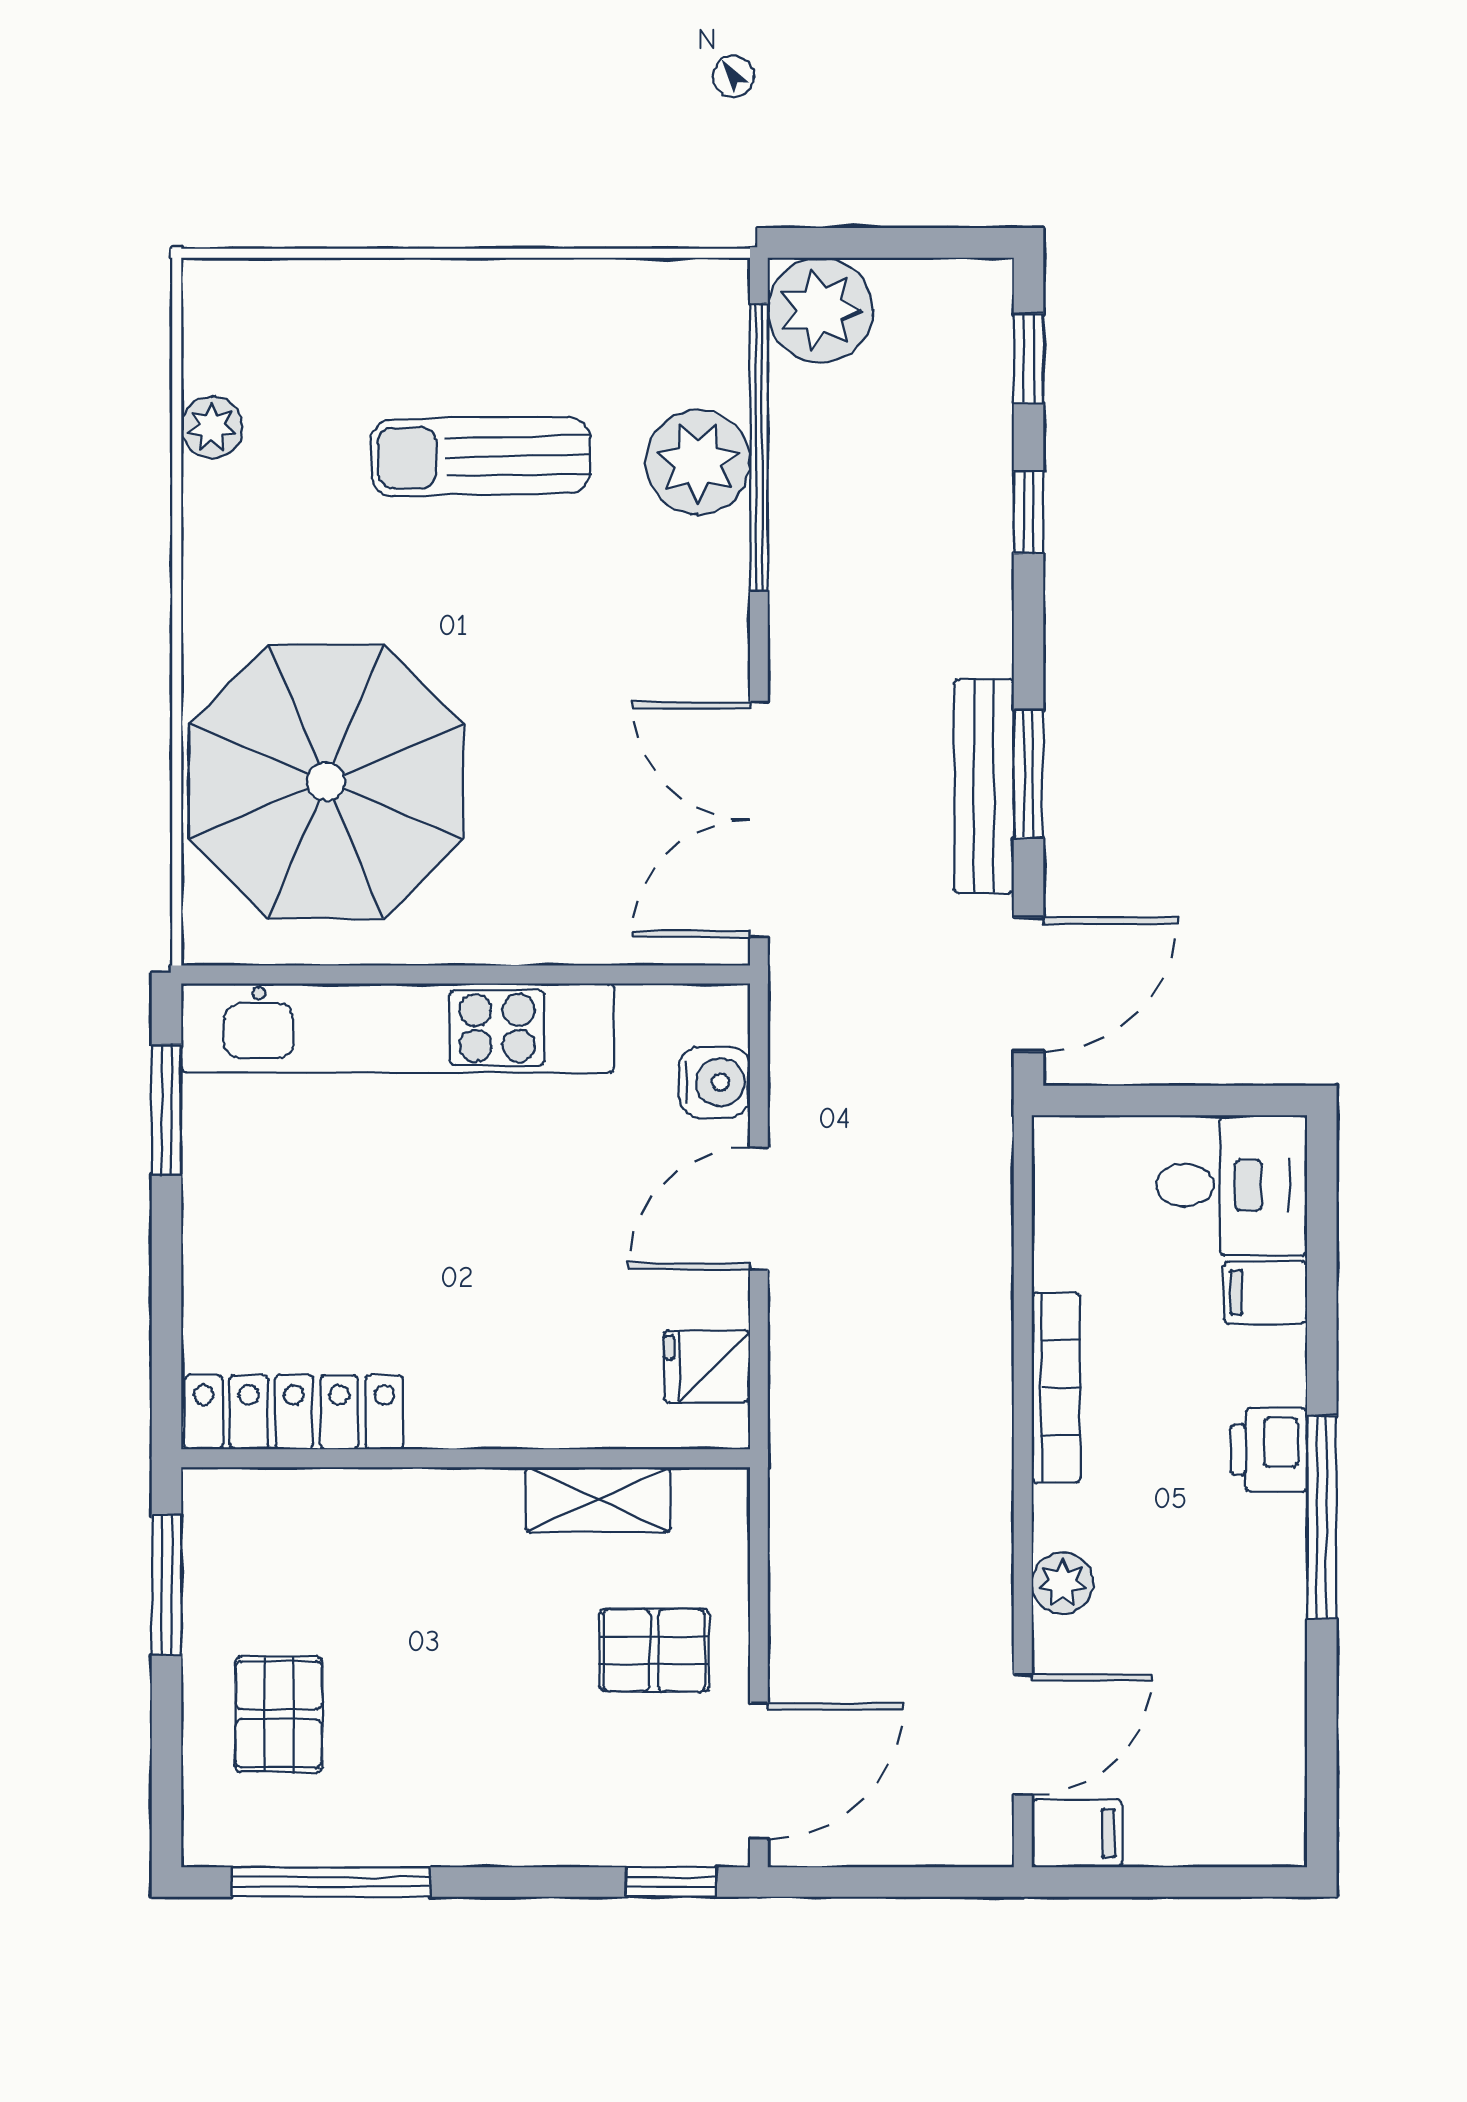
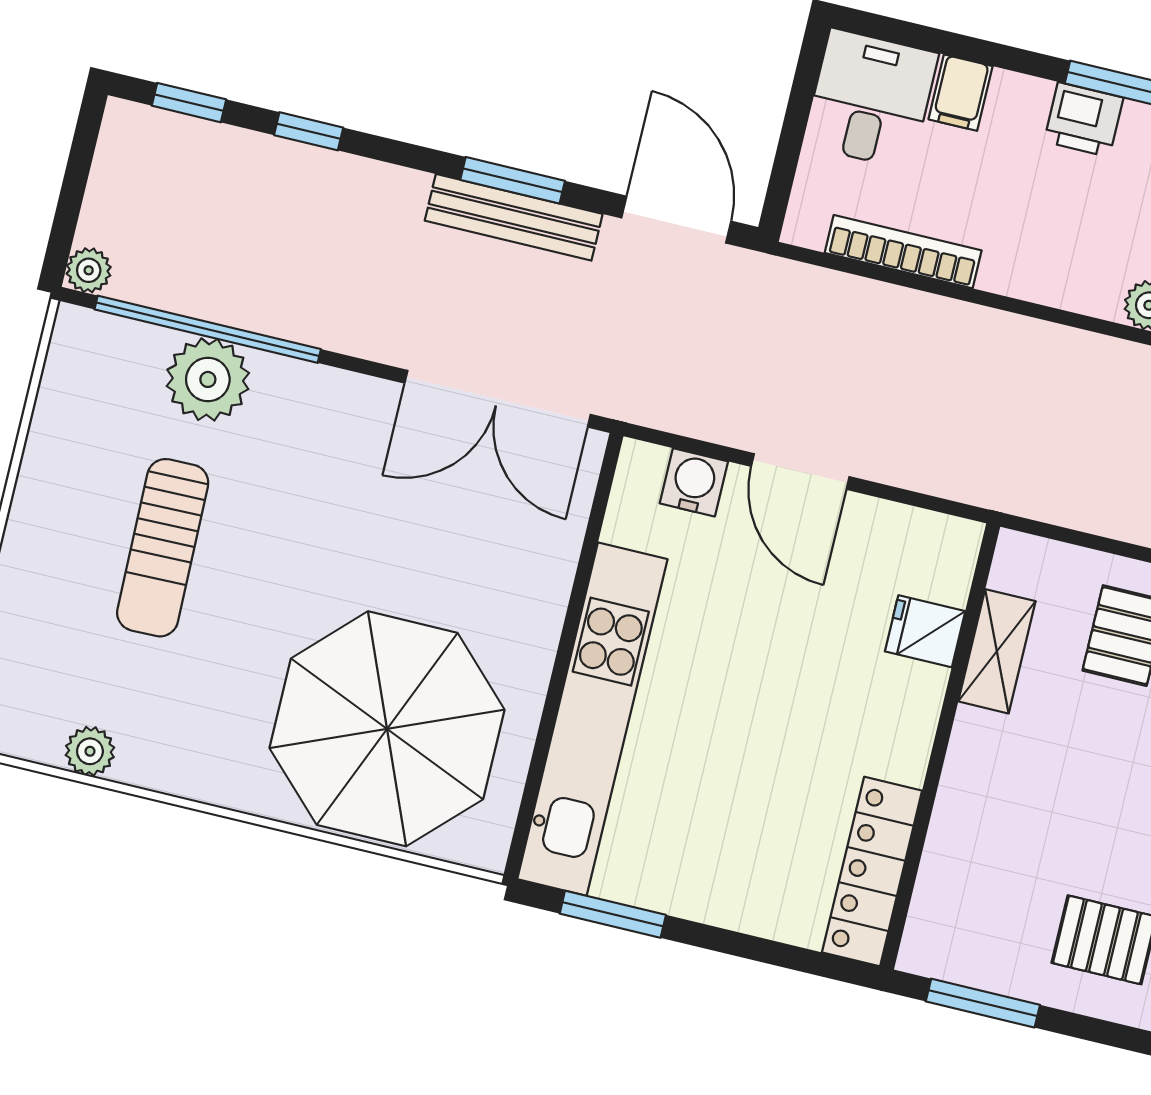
plant: (820, 310) -> (89, 270), width x0.53, depth x0.53
fridge: (707, 1366) -> (925, 631), moved, turned 90
bookcase: (1056, 1388) -> (903, 252), moved

